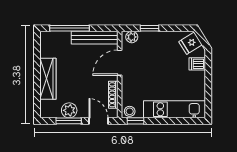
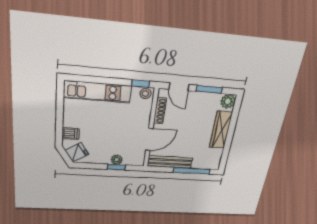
plant: (132, 37) -> (117, 160), moved
plant: (69, 110) -> (228, 101), moved

